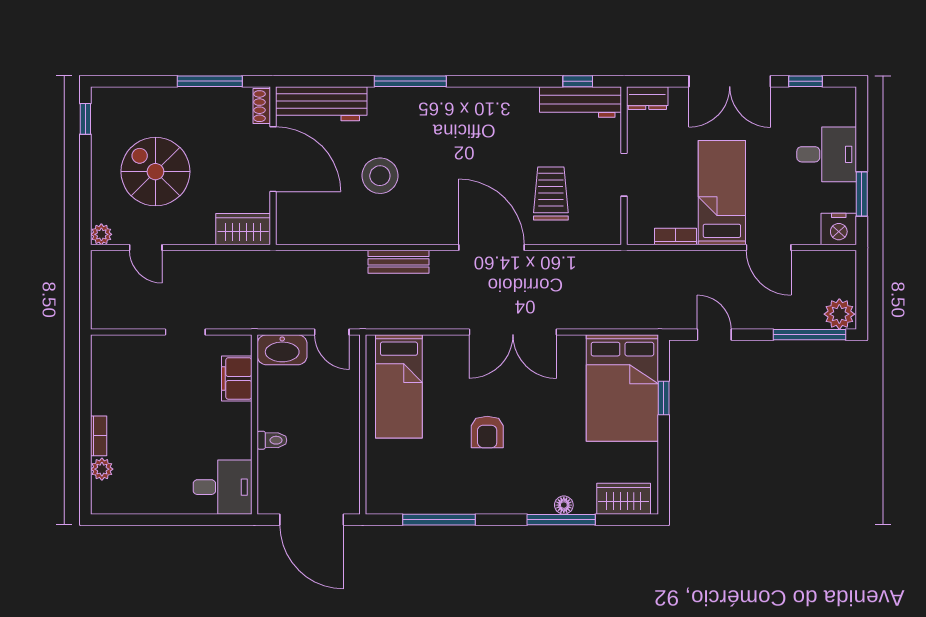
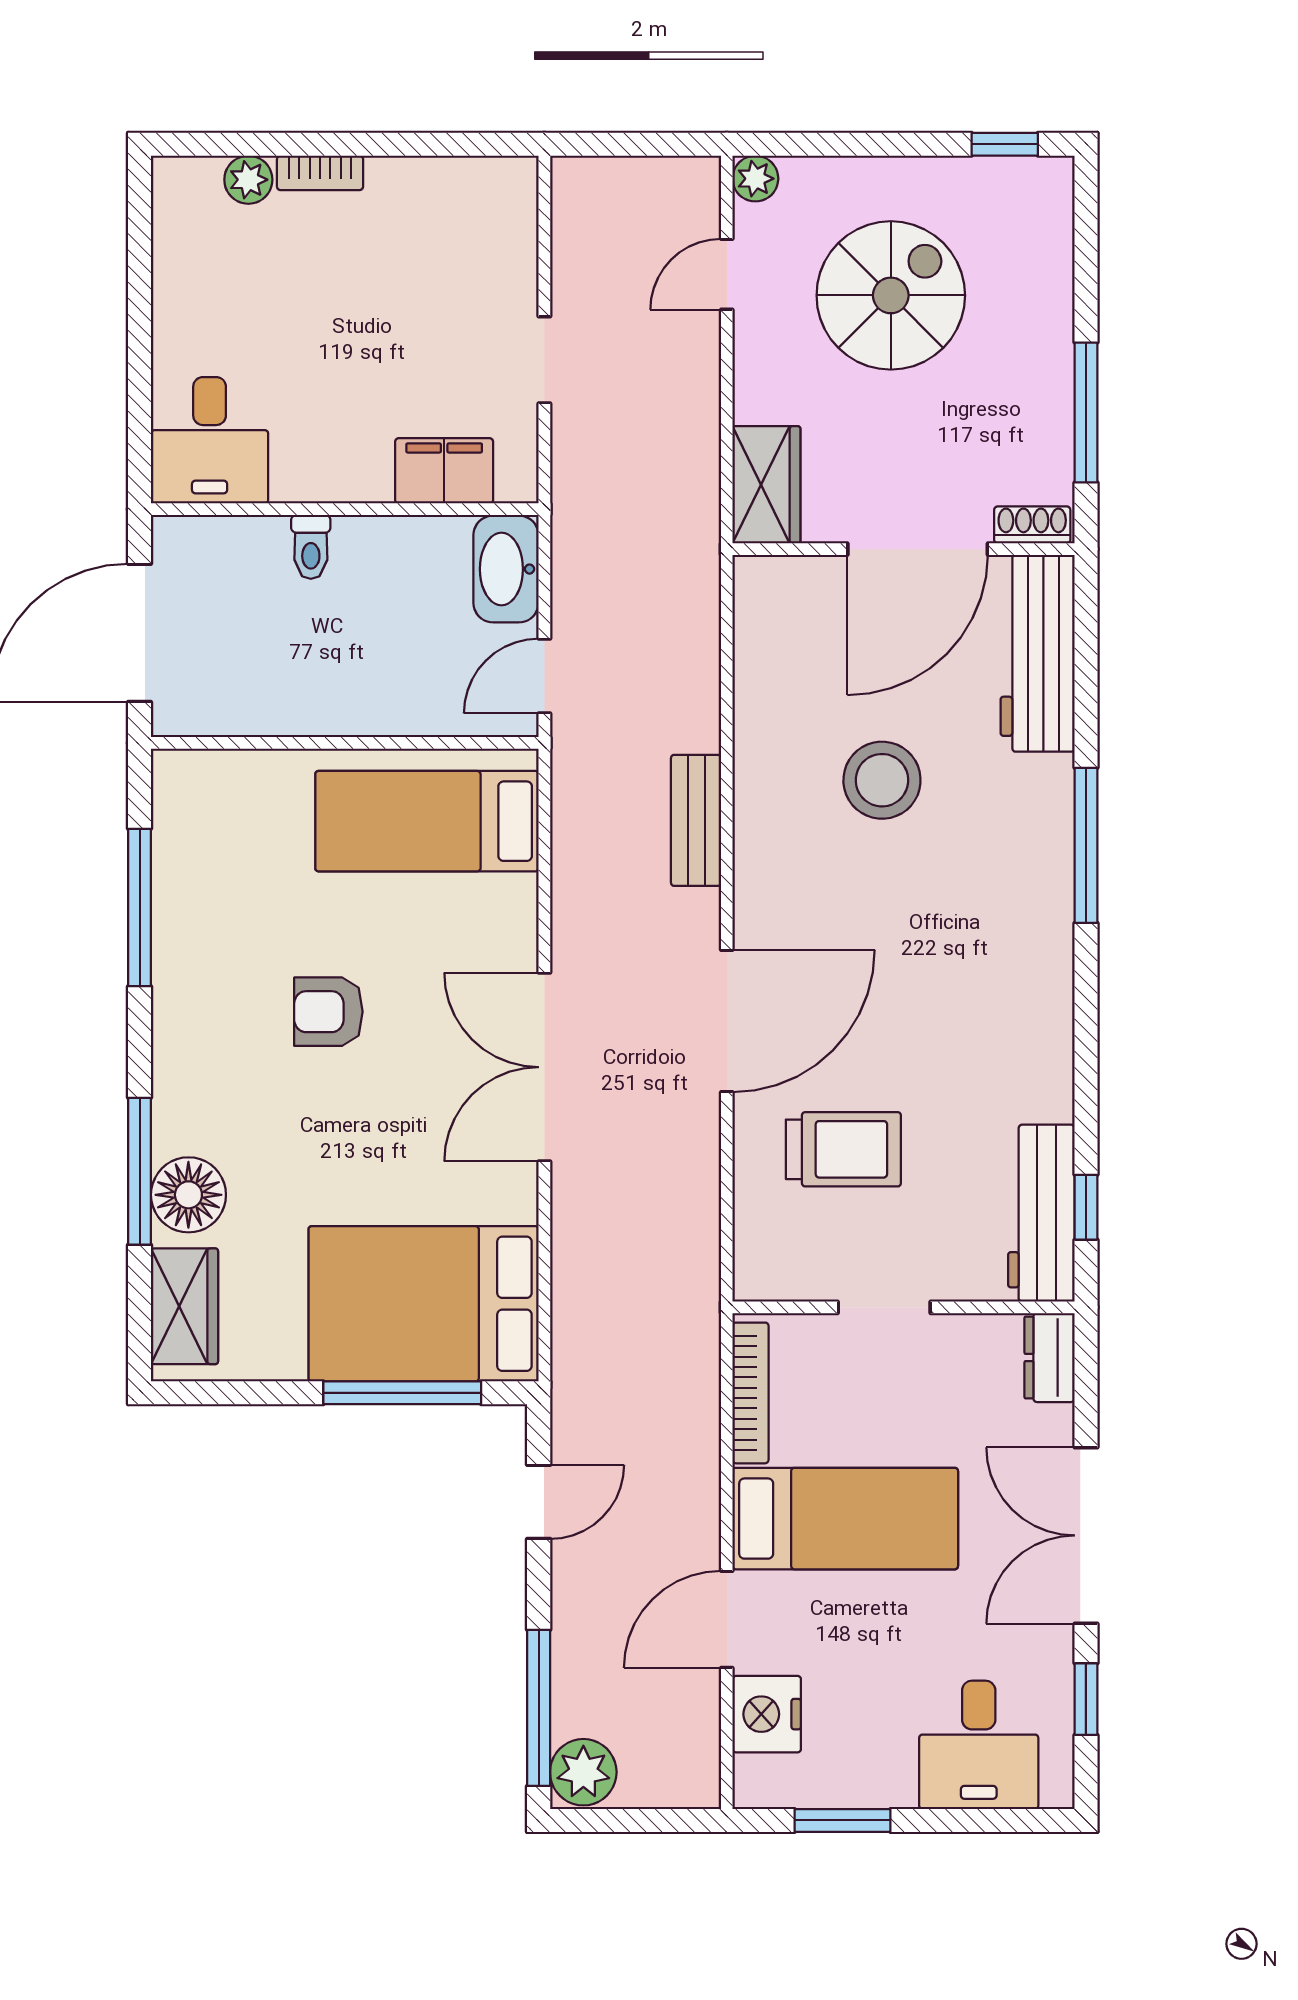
desk: (827, 154) -> (979, 1745), moved
nightstand: (839, 229) -> (767, 1714), moved
bookcase: (675, 237) -> (750, 1393), width x1.56
window: (664, 398) -> (402, 1393), width x2.17
floor lamp: (564, 505) -> (188, 1195), width x1.89, depth x1.89

